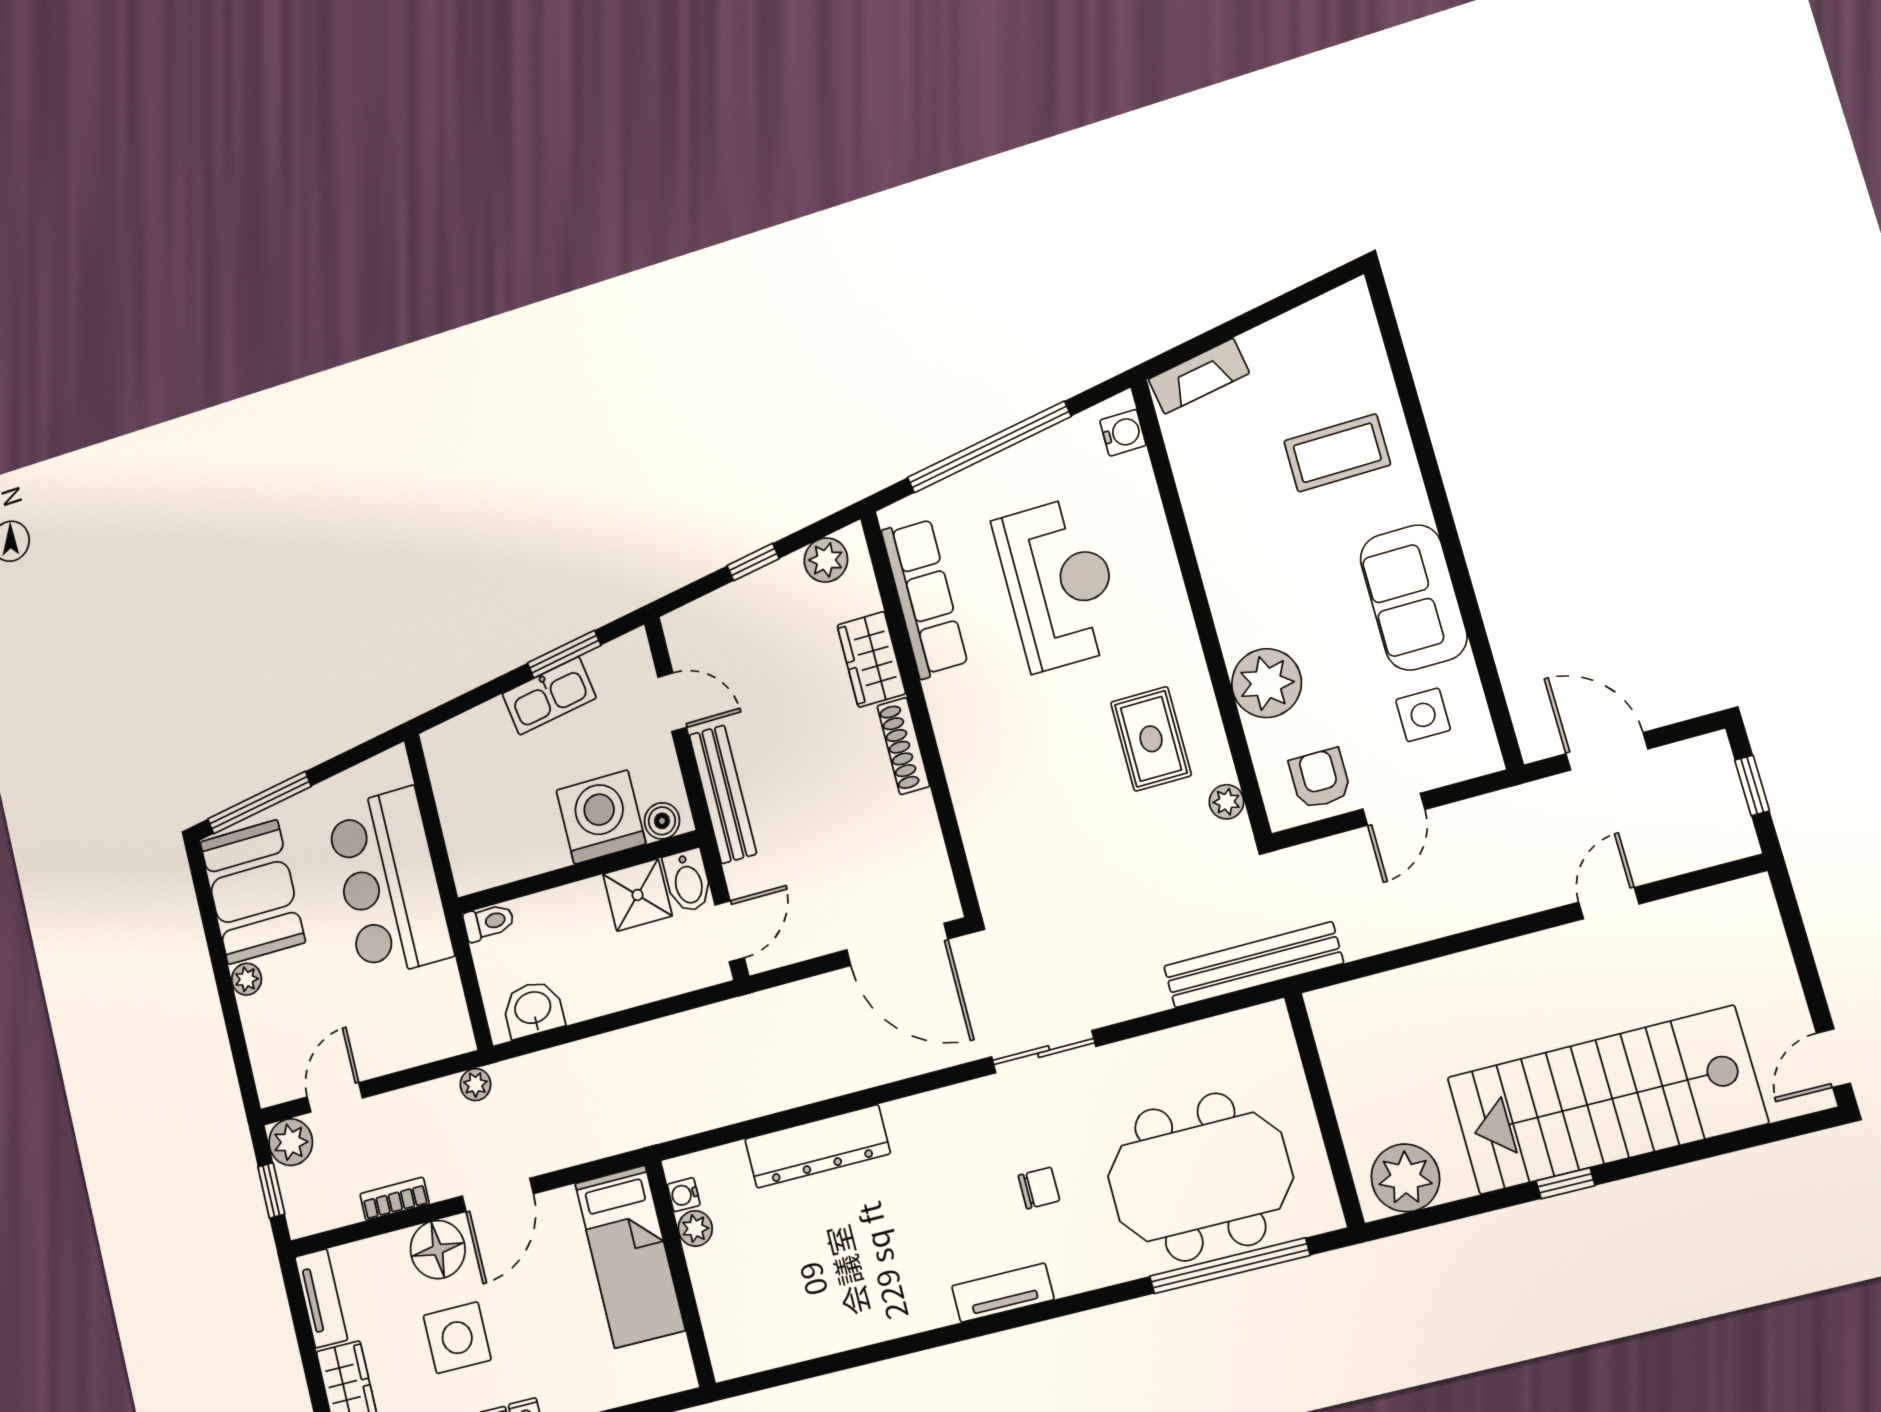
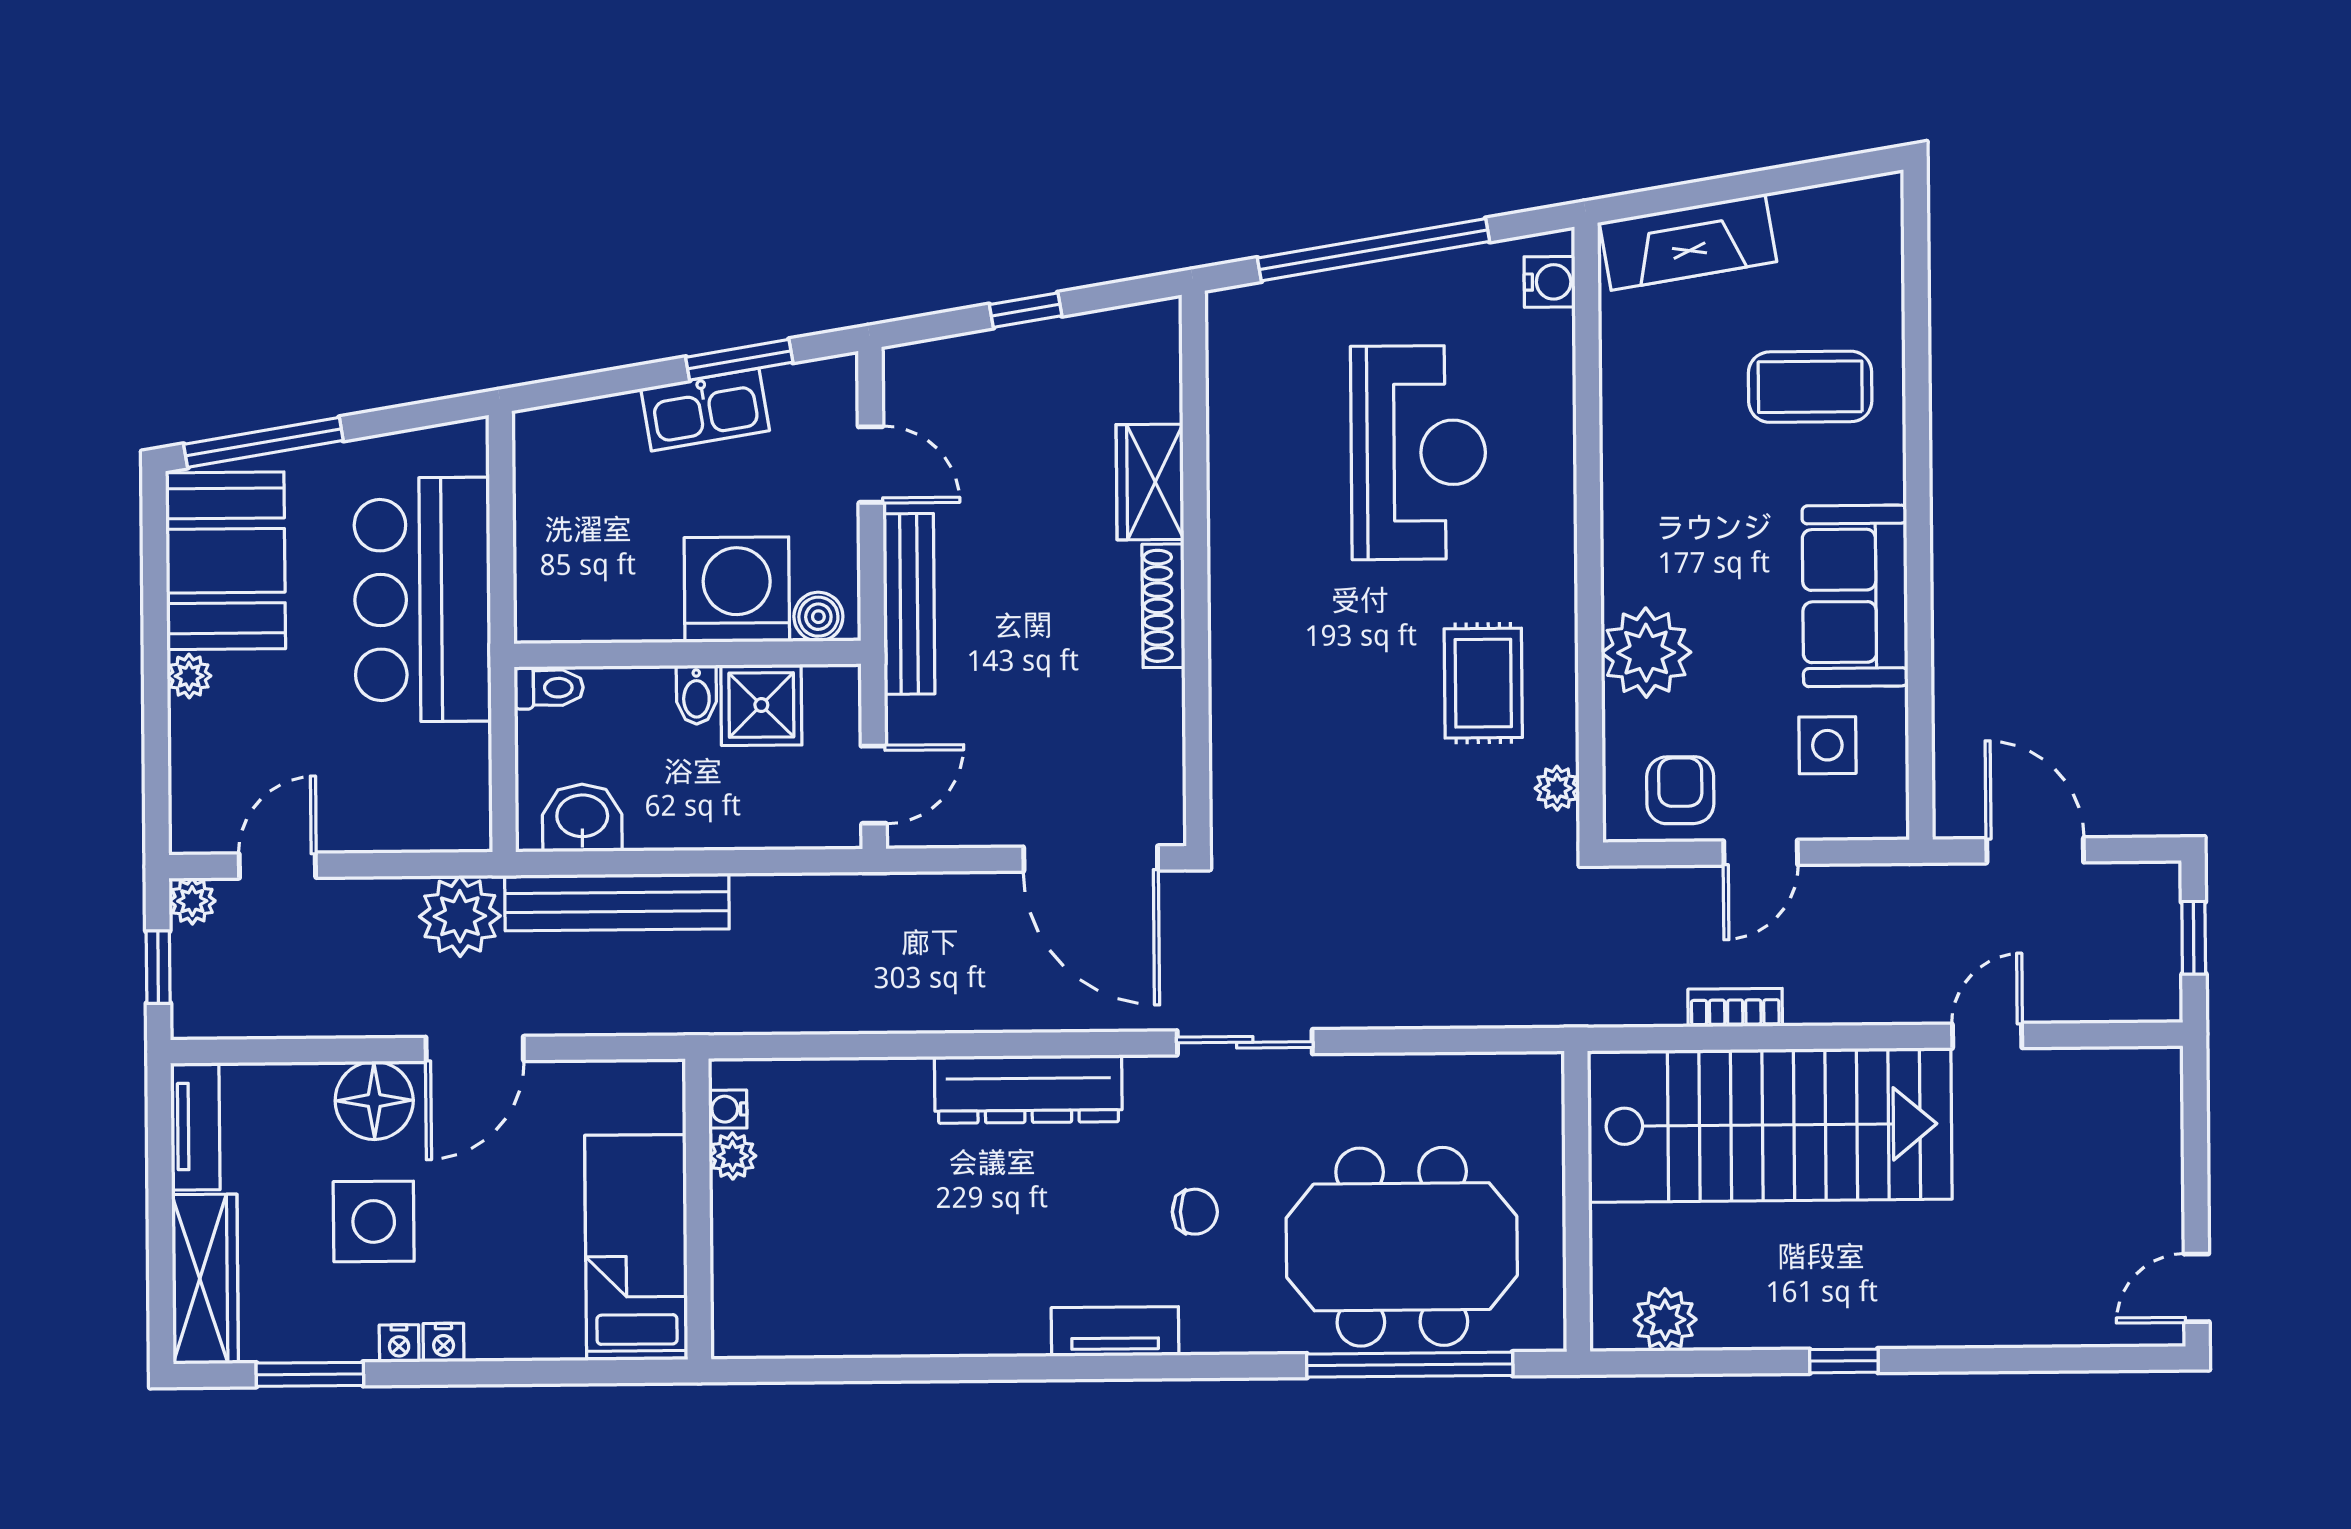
fireplace: (1199, 376) -> (1688, 242), width x1.37, depth x1.32
plant: (826, 560) -> (1123, 335), removed
row of seats: (925, 598) -> (1240, 422), removed
bidet: (688, 881) -> (696, 695), moved, width x0.72, depth x0.74
bench: (1253, 965) -> (617, 902), moved
plant: (475, 1085) -> (460, 916), width x1.88, depth x1.88
stairs: (1606, 1100) -> (1770, 1125), moved, turned 180
plant: (291, 1142) -> (192, 901), width x0.73, depth x0.73
dresser: (817, 1146) -> (1028, 1089), moved
plant: (1405, 1178) -> (1665, 1320), width x0.73, depth x0.73
bookcase: (395, 1199) -> (1735, 1008), moved
bed: (630, 1257) -> (636, 1247), moved, turned 180

